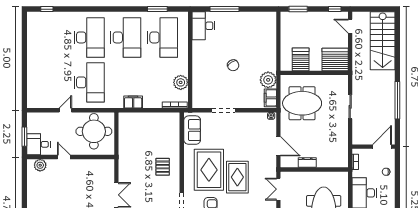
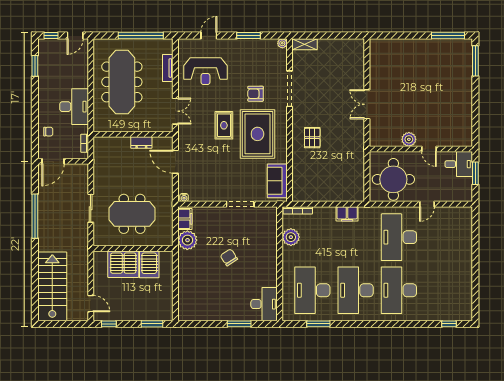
window: (224, 9) -> (239, 324), width x0.69
server rack: (335, 60) -> (123, 264), moved
meeting table: (302, 103) -> (132, 214), moved
plant: (40, 165) -> (409, 139), moved
rug: (237, 177) -> (224, 125), width x0.73, depth x0.70

